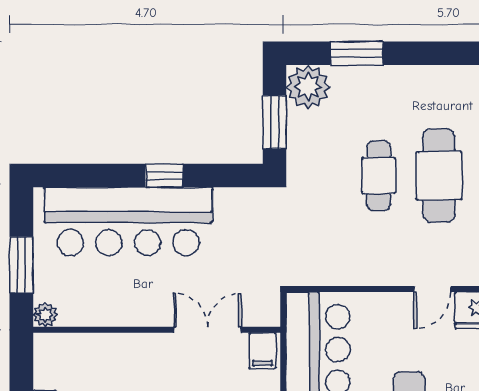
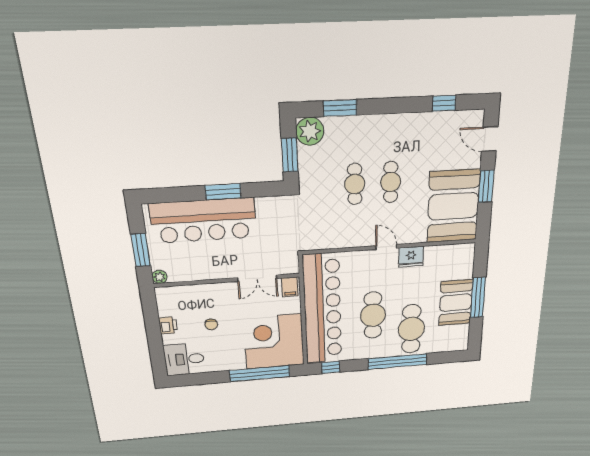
window: (164, 176) -> (223, 192), width x1.50
cafe table: (439, 176) -> (391, 182), width x0.73, depth x0.74
door: (432, 289) -> (386, 247), swing flipped
double door: (207, 330) -> (257, 278), swing flipped

